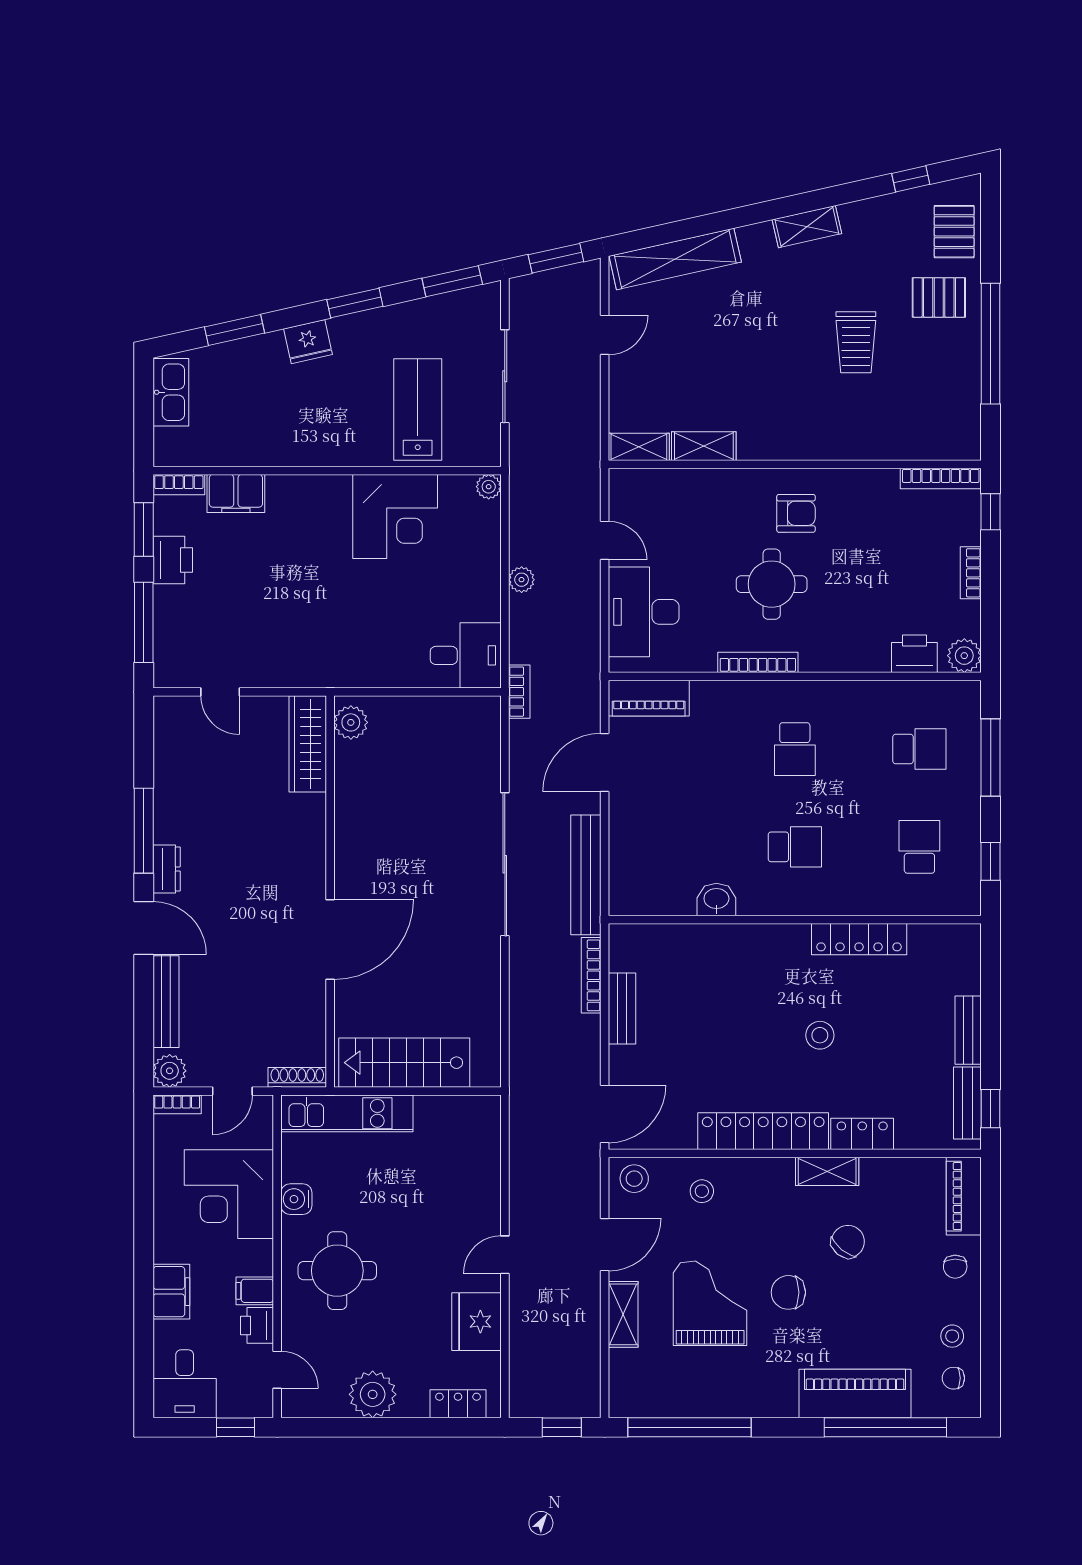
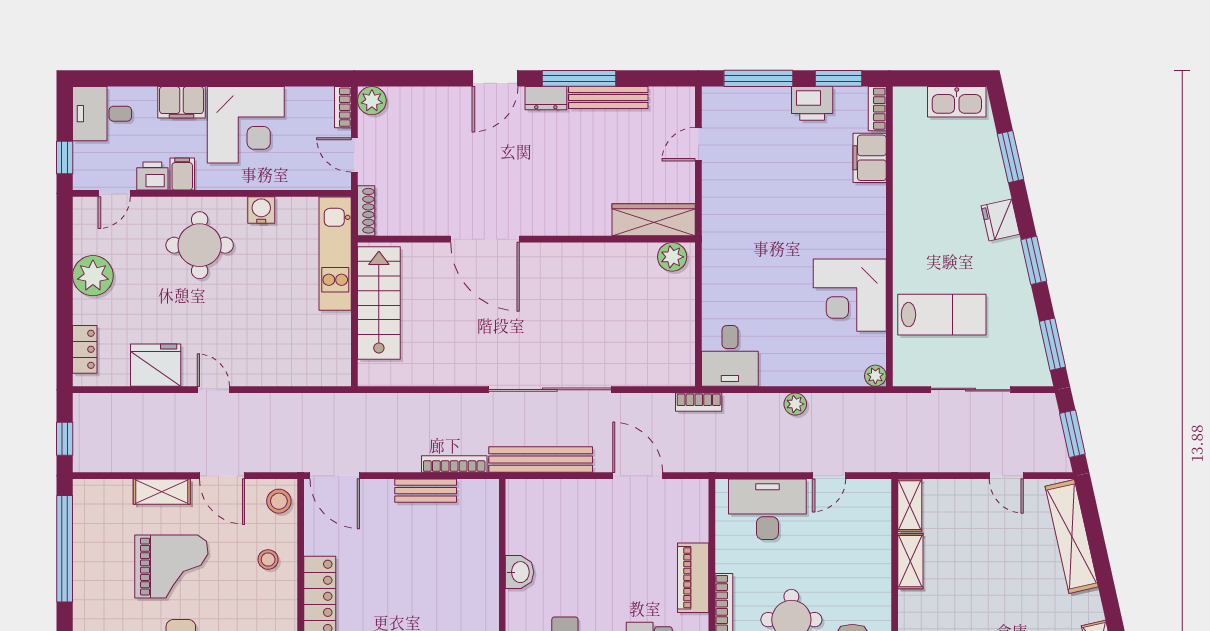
piano: (649, 698) -> (693, 578), moved
bench: (166, 1002) -> (608, 98), moved
corner desk: (229, 1194) -> (246, 125), moved, turned 180

